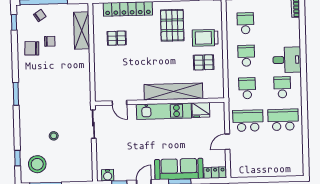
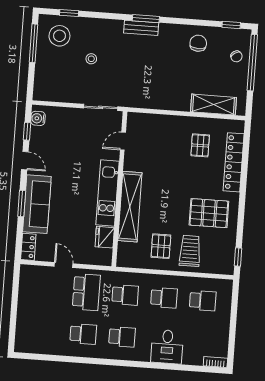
chair: (50, 41) -> (204, 65), removed
desk: (287, 60) -> (167, 347), moved
bench: (24, 97) -> (141, 28), added
school desk: (283, 120) -> (83, 334), width x0.54

